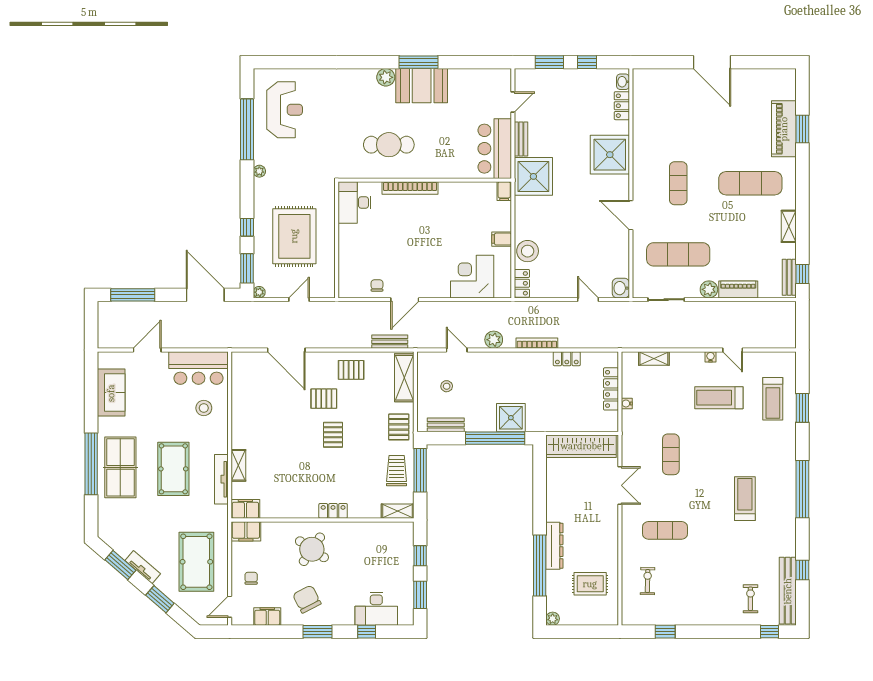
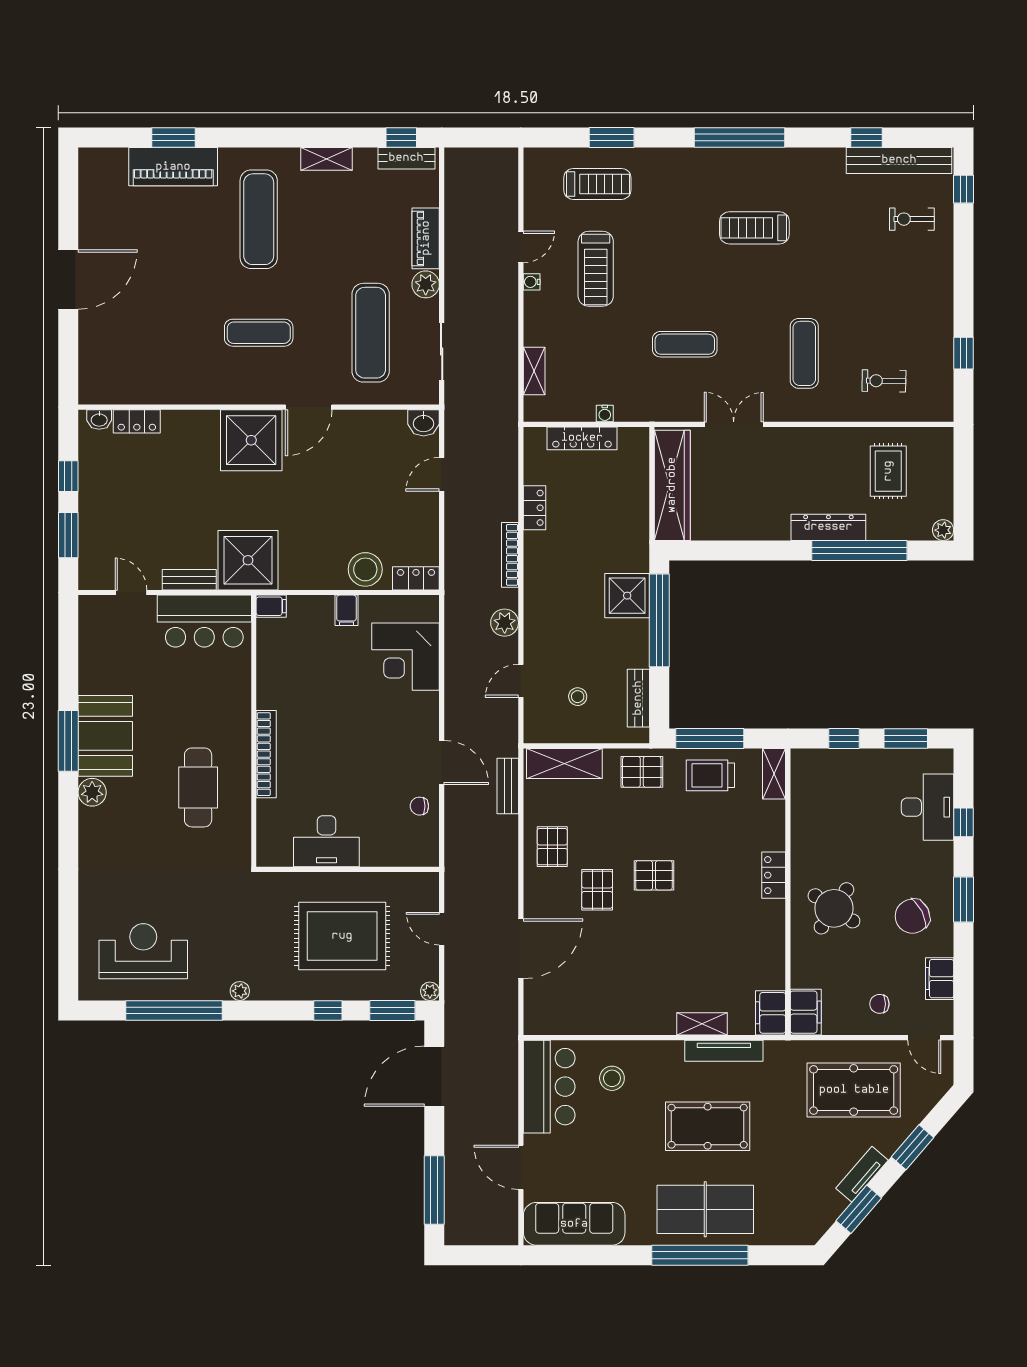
shower: (610, 155) -> (251, 440), moved
desk: (355, 202) -> (326, 841), moved
sofa: (111, 393) -> (574, 1224), width x1.36

